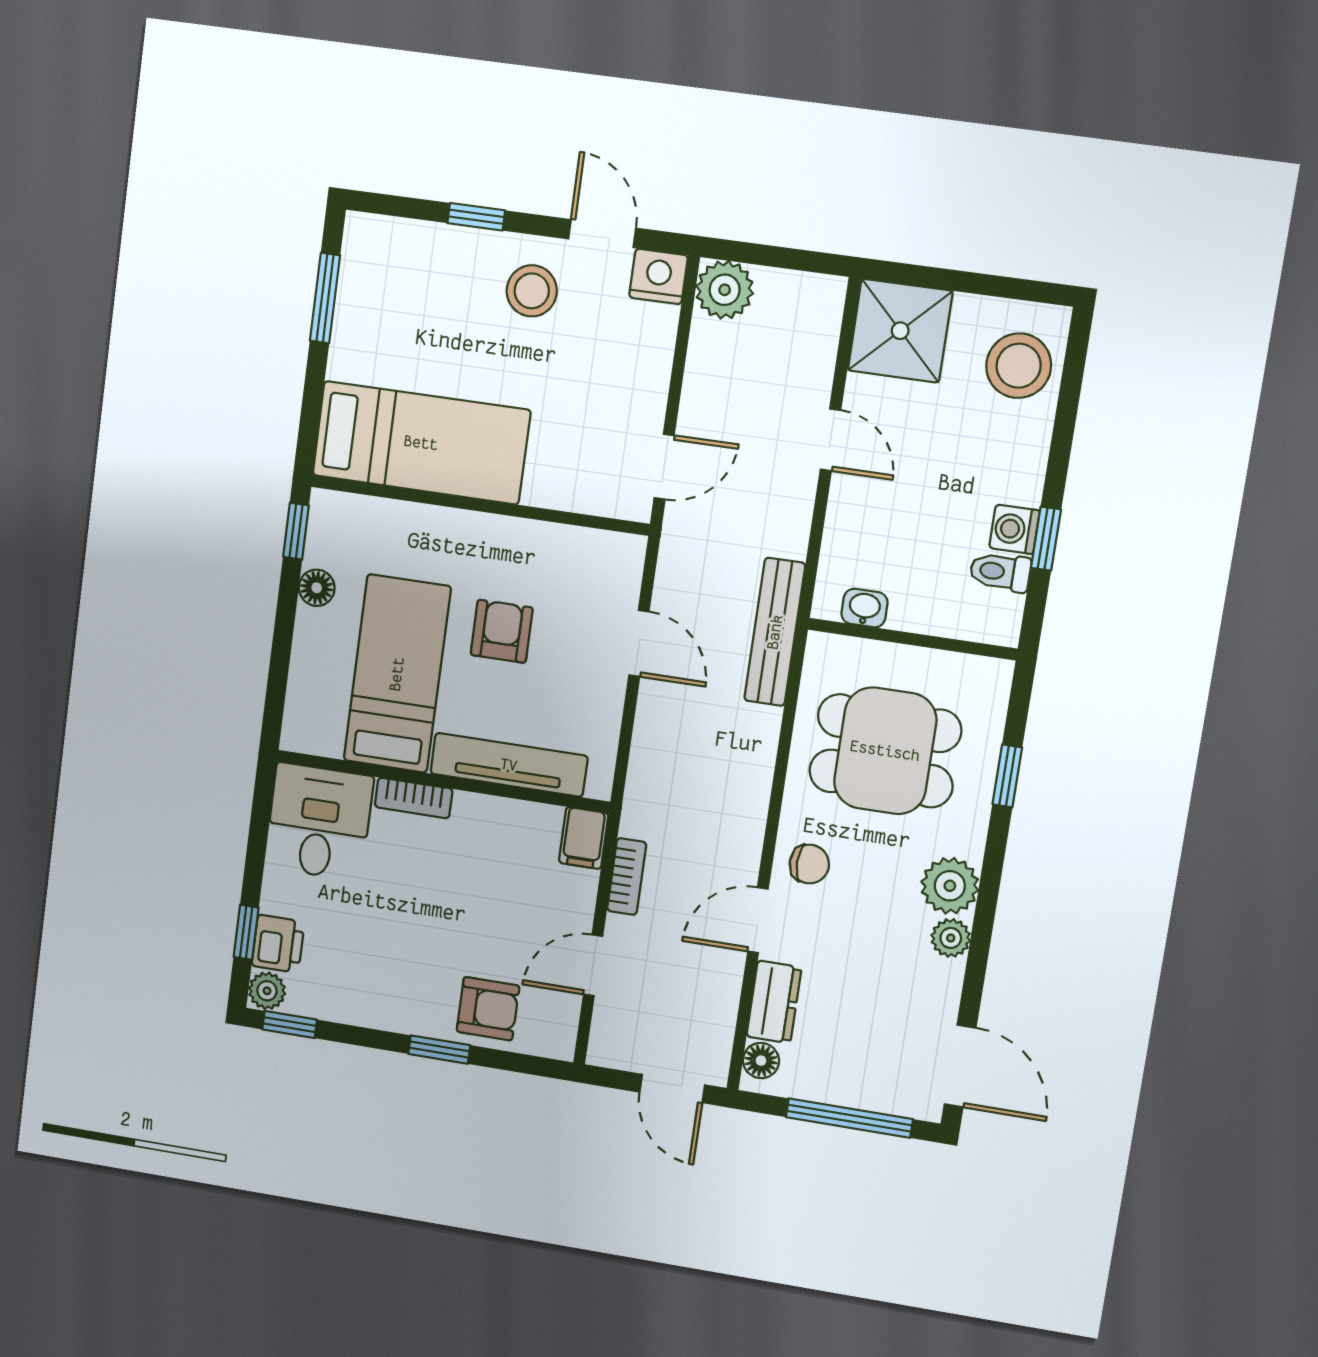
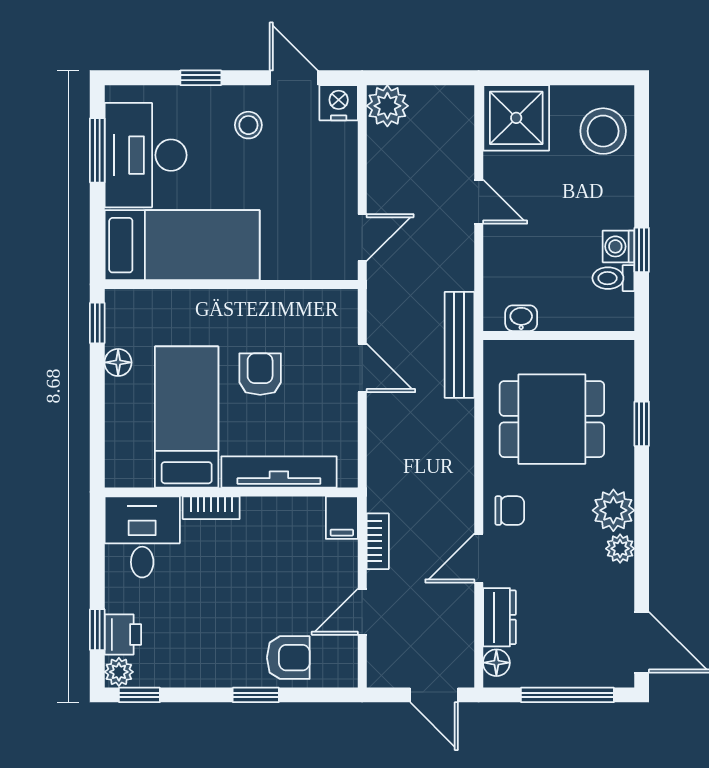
stool: (532, 291) -> (248, 125), width x0.73, depth x0.73
desk: (388, 313) -> (146, 155), added

